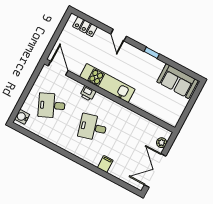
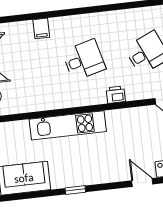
door: (119, 35) -> (142, 182), moved
kitchen unit: (107, 83) -> (68, 125), moved

